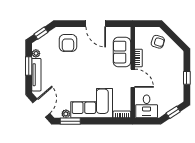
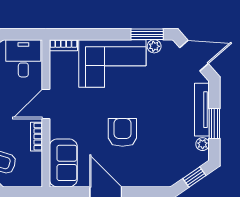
armchair: (68, 43) -> (122, 132), moved
sofa: (122, 52) -> (63, 163), moved
door: (133, 78) -> (46, 104), hinge flipped
door: (41, 108) -> (194, 56), swing flipped

